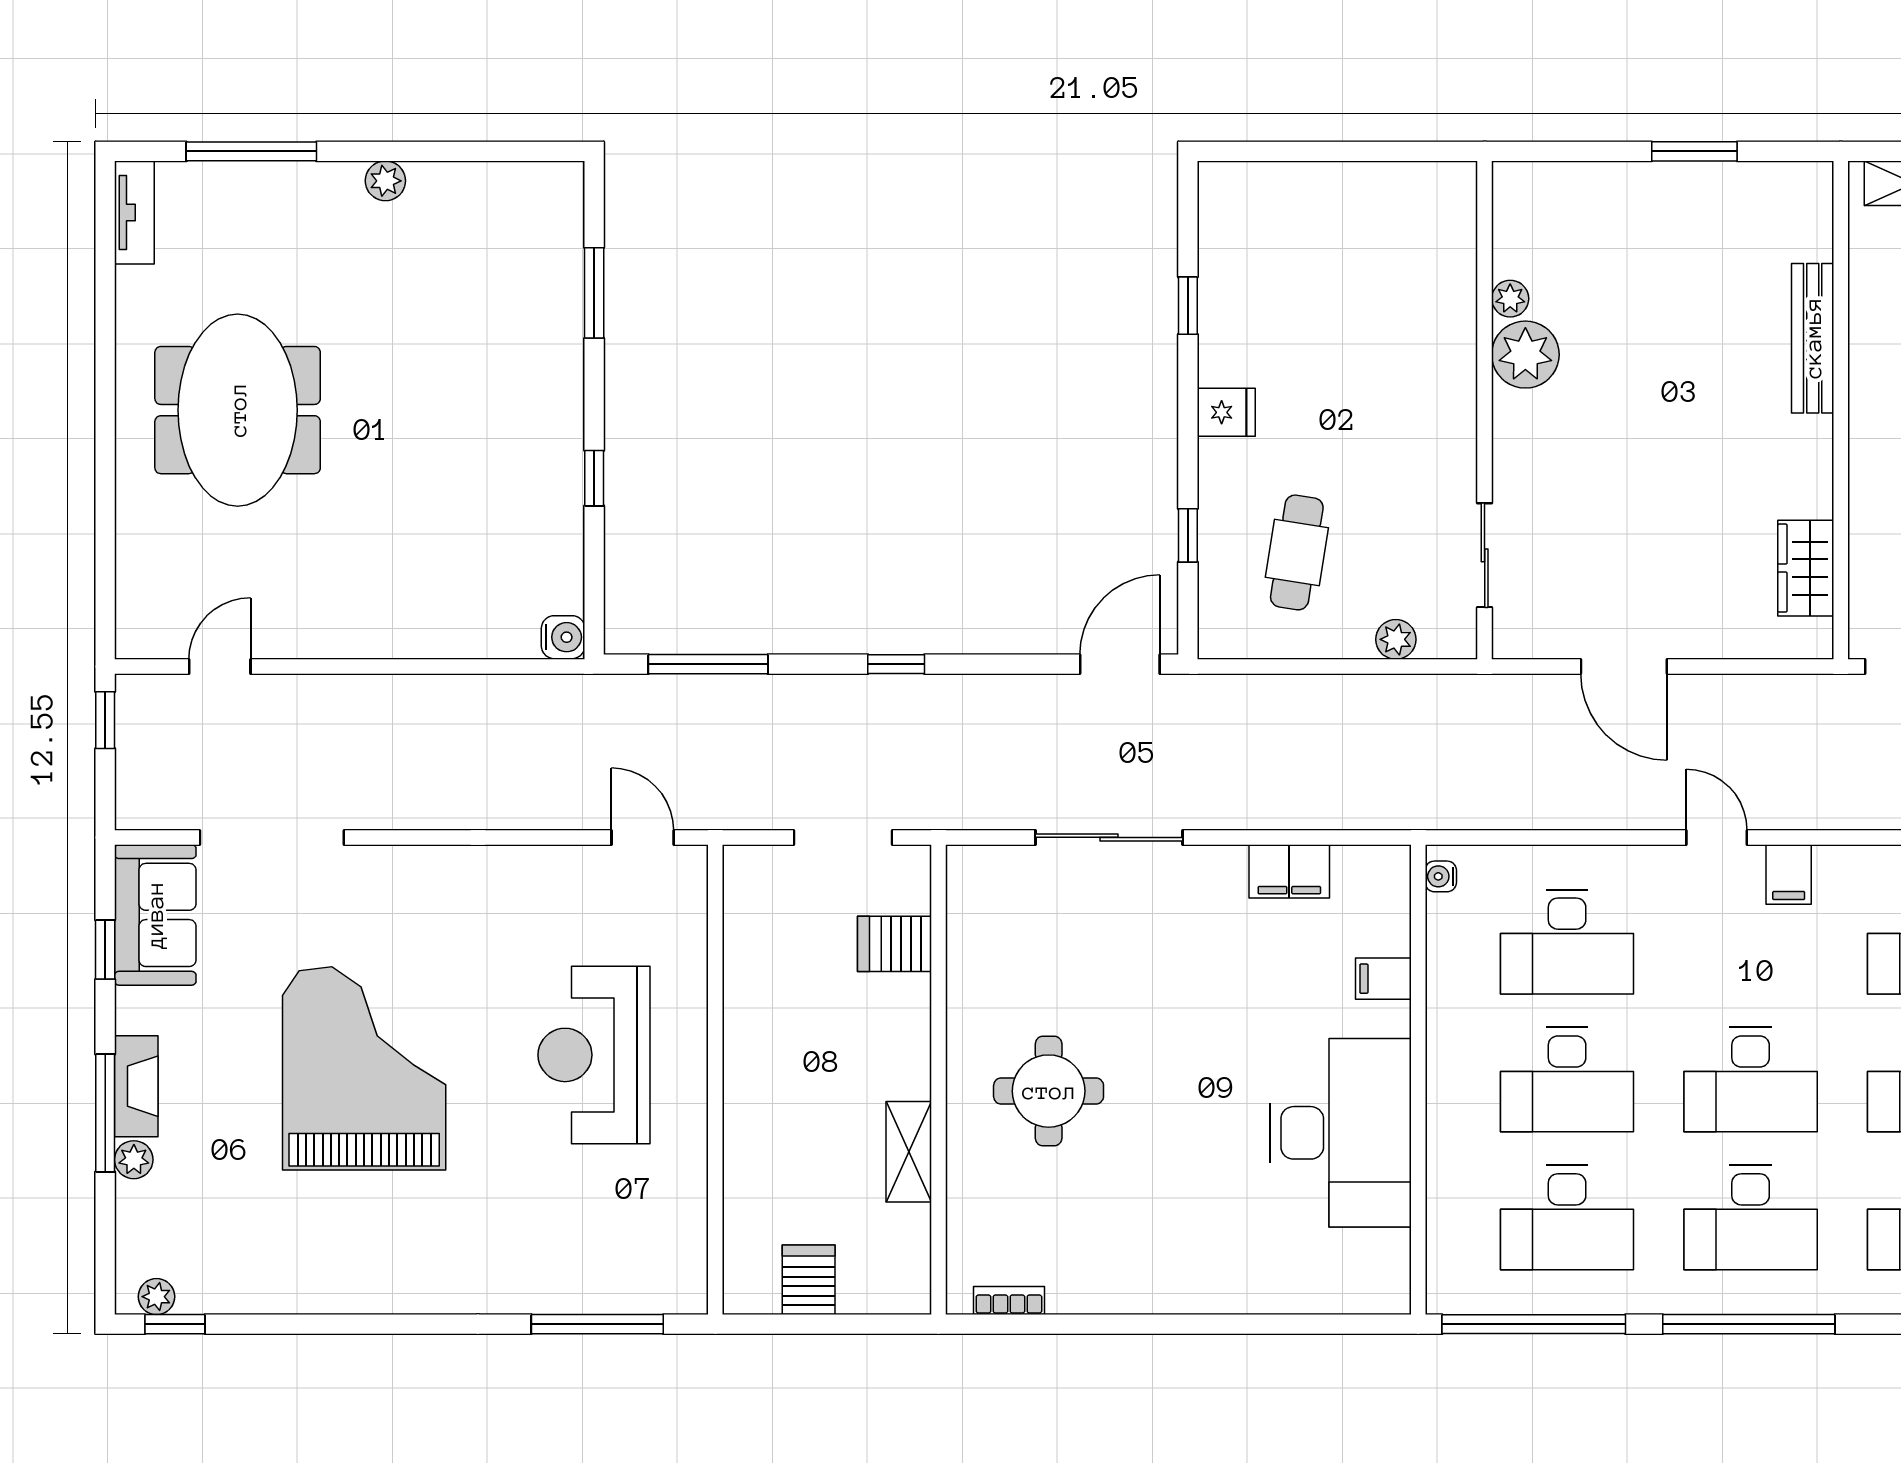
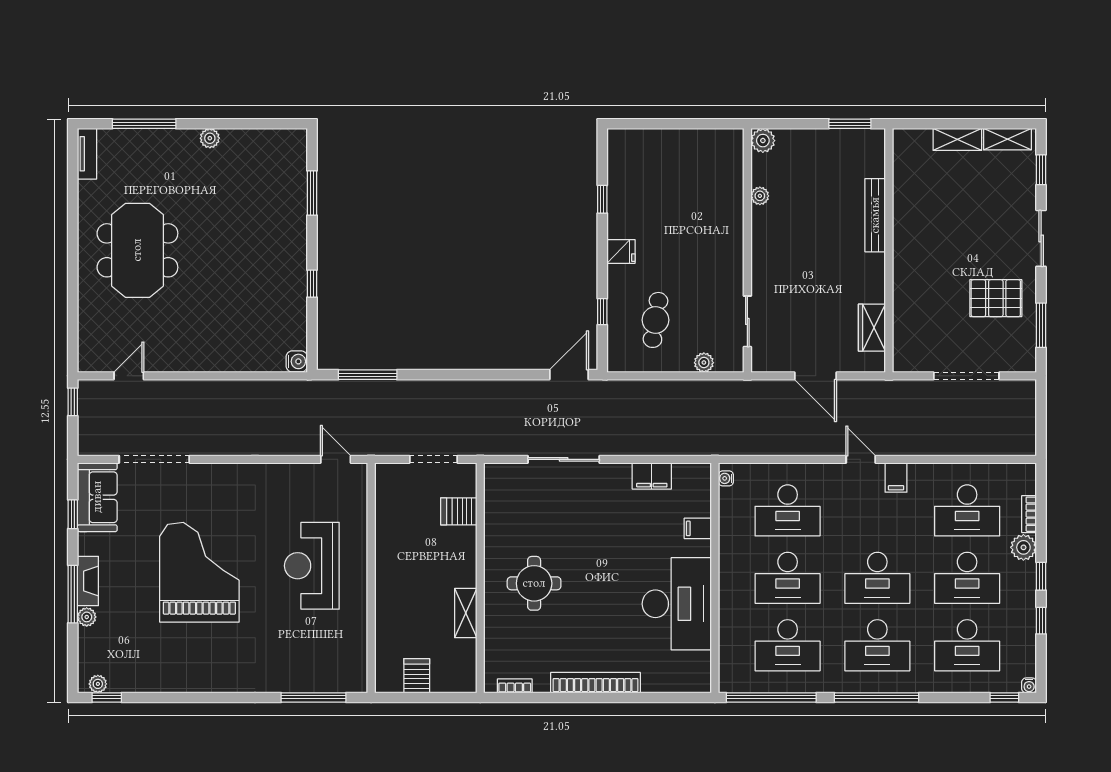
bench: (1813, 338) -> (875, 215), moved
plant: (1525, 355) -> (763, 141), moved, width x0.73, depth x0.73
wall: (1841, 410) -> (889, 250), moved
wardrobe: (1806, 568) -> (872, 328), moved
window: (896, 664) -> (460, 375), removed
bookcase: (1174, 1294) -> (596, 683), added

